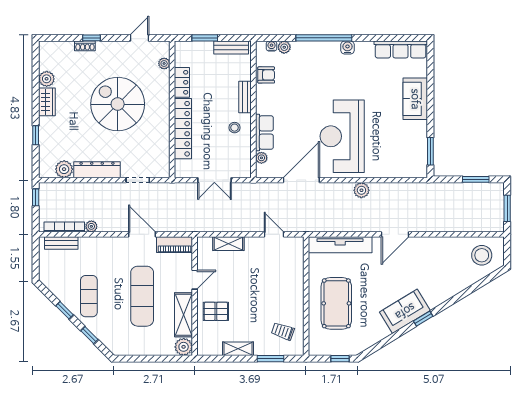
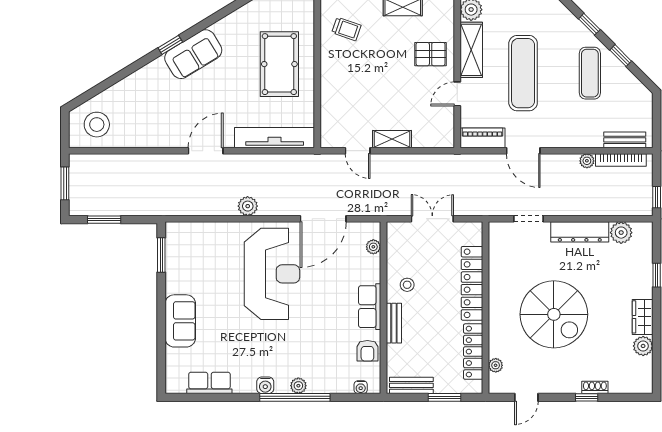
plant: (284, 47) -> (298, 386), moved
row of seats: (401, 49) -> (209, 383), width x0.68
armchair: (266, 75) -> (367, 351), turned -90
locker: (182, 82) -> (473, 352), width x1.53
row of seats: (264, 133) -> (370, 307), moved
shelving: (228, 244) -> (392, 139), moved

